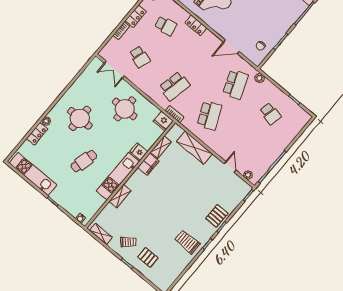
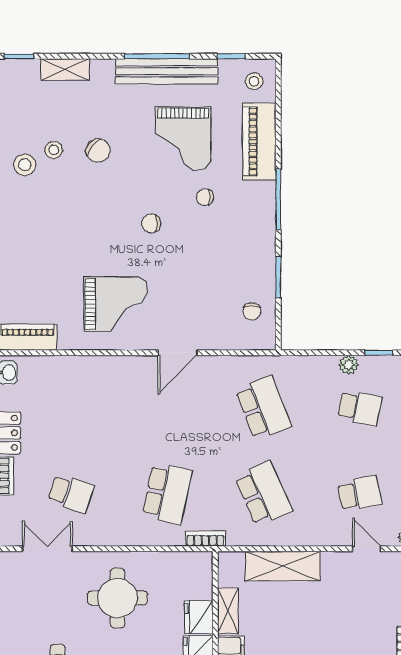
locker: (196, 25) -> (119, 366), removed
school desk: (166, 26) -> (360, 494), moved
door: (231, 47) -> (178, 353), moved
double door: (114, 70) -> (47, 549), swing flipped
plant: (260, 78) -> (349, 365), moved
fridge: (163, 121) -> (199, 617), moved, turned 90

